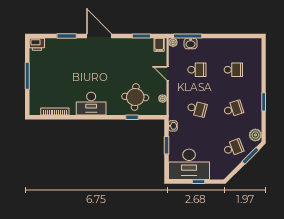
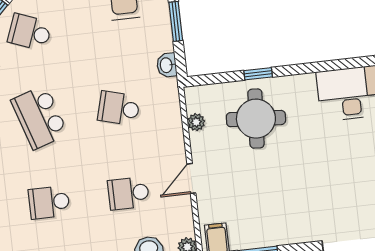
door: (168, 73) -> (191, 178), swing flipped
school desk: (233, 109) -> (39, 117), width x1.85
school desk: (233, 148) -> (30, 32), turned 42

